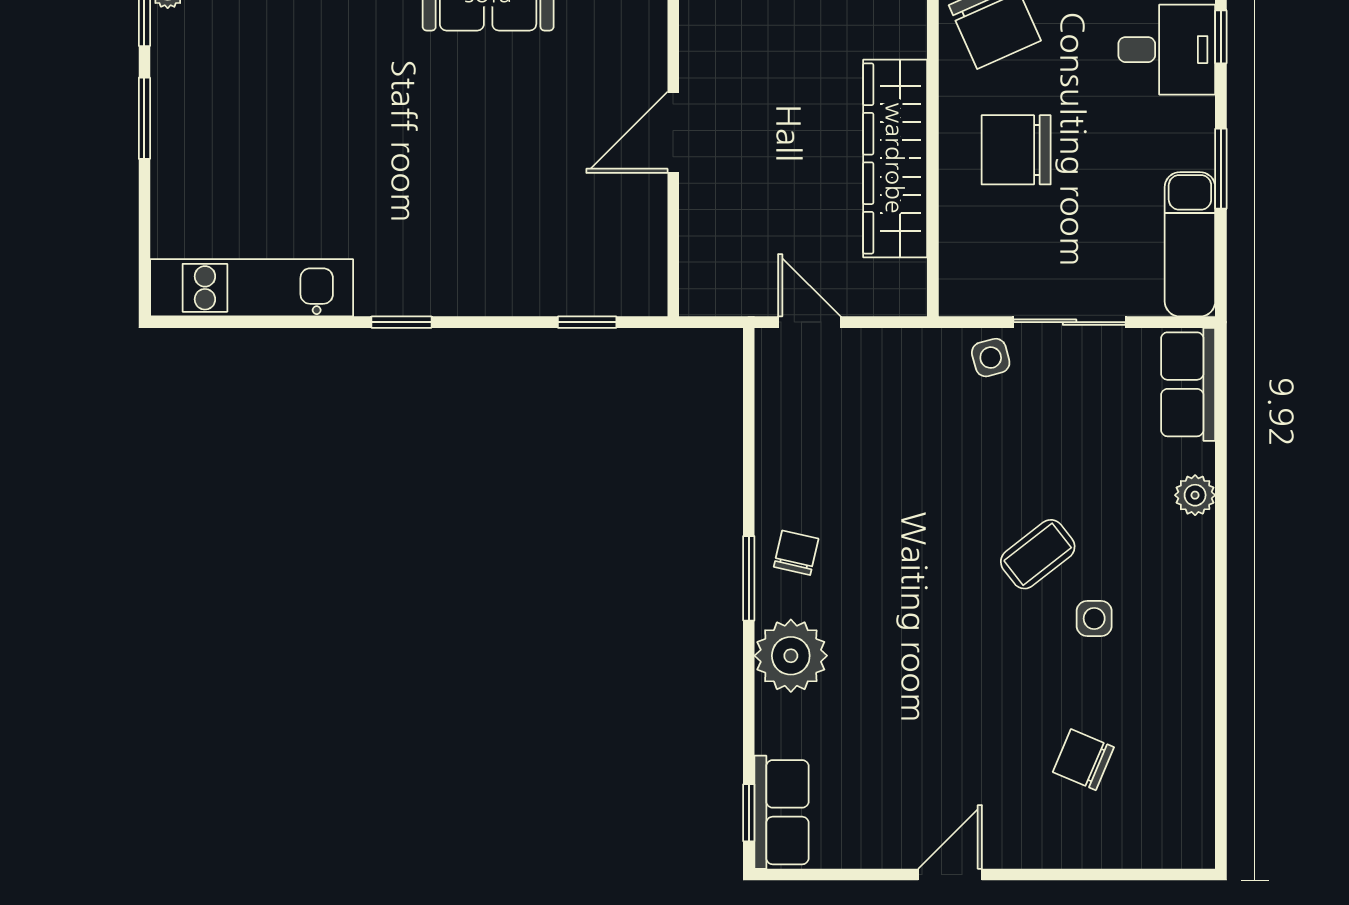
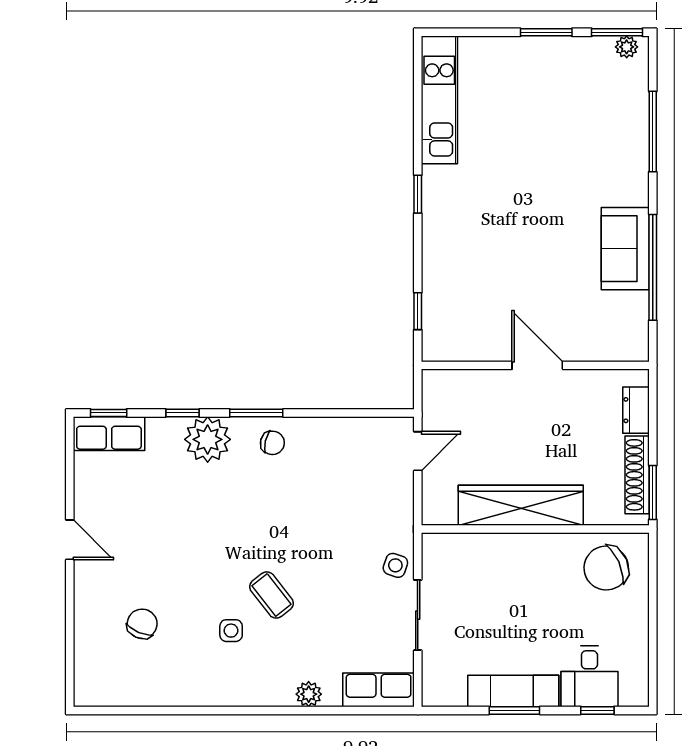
chair: (1016, 150) -> (526, 581), removed
exam couch: (1190, 244) -> (513, 691), moved
side table: (991, 358) -> (395, 565), turned 34
window: (749, 696) -> (182, 413), added

